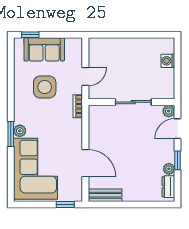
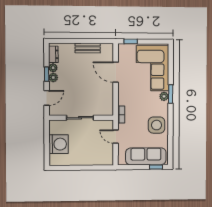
sofa: (44, 49) -> (146, 156), width x1.36
washing machine: (168, 61) -> (59, 144), width x1.89, depth x1.89
door: (85, 77) -> (116, 137), hinge flipped
side table: (45, 87) -> (157, 125), moved
plant: (169, 111) -> (53, 77), moved
bench: (105, 195) -> (88, 48), moved

